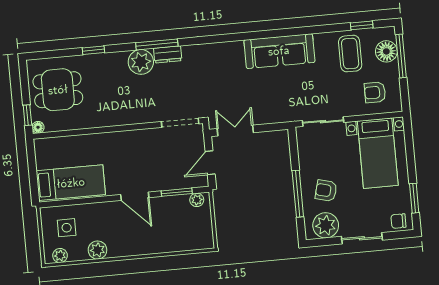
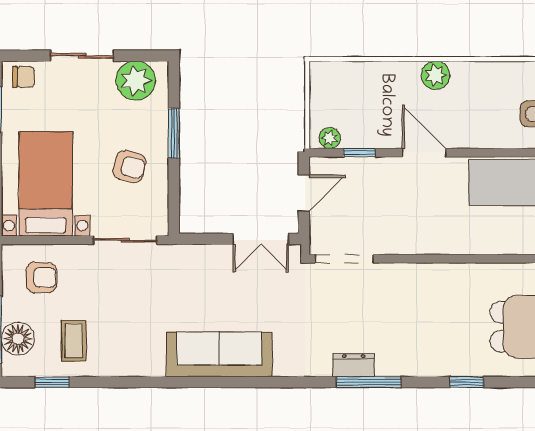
sofa: (279, 51) -> (219, 354), moved
coffee table: (350, 54) -> (74, 341), width x0.73, depth x0.77
plant: (141, 62) -> (396, 357), removed
armchair: (326, 191) -> (129, 167), moved
window: (177, 192) -> (359, 153), width x0.67
window: (298, 194) -> (174, 133), width x0.69
plant: (97, 250) -> (436, 75), moved

